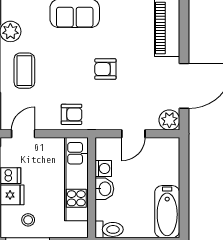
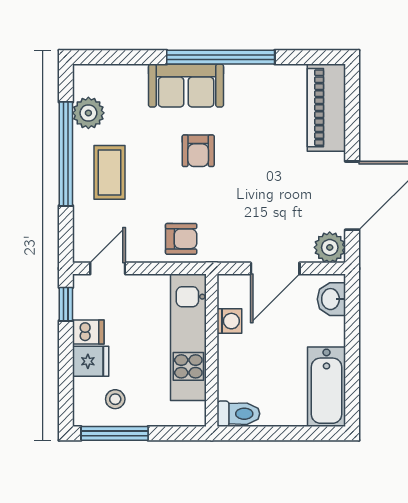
armchair: (105, 69) -> (198, 151), moved, turned -90
door: (133, 134) -> (275, 268), width x1.38
washbasin: (104, 189) -> (331, 299), moved, turned 180

